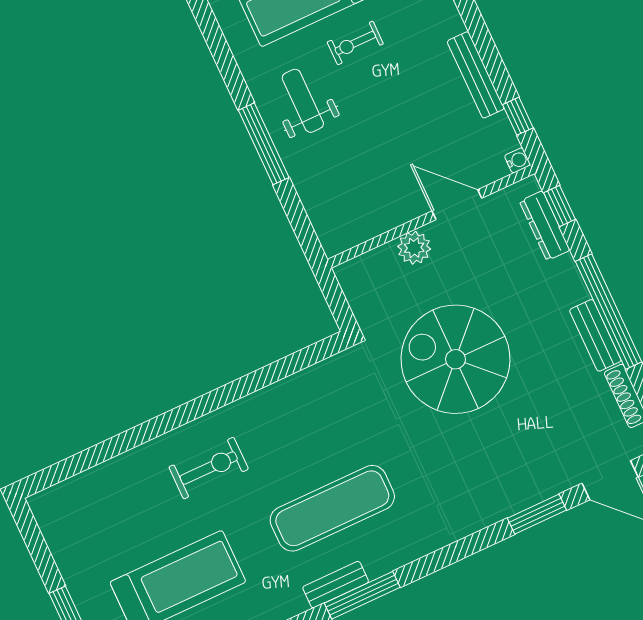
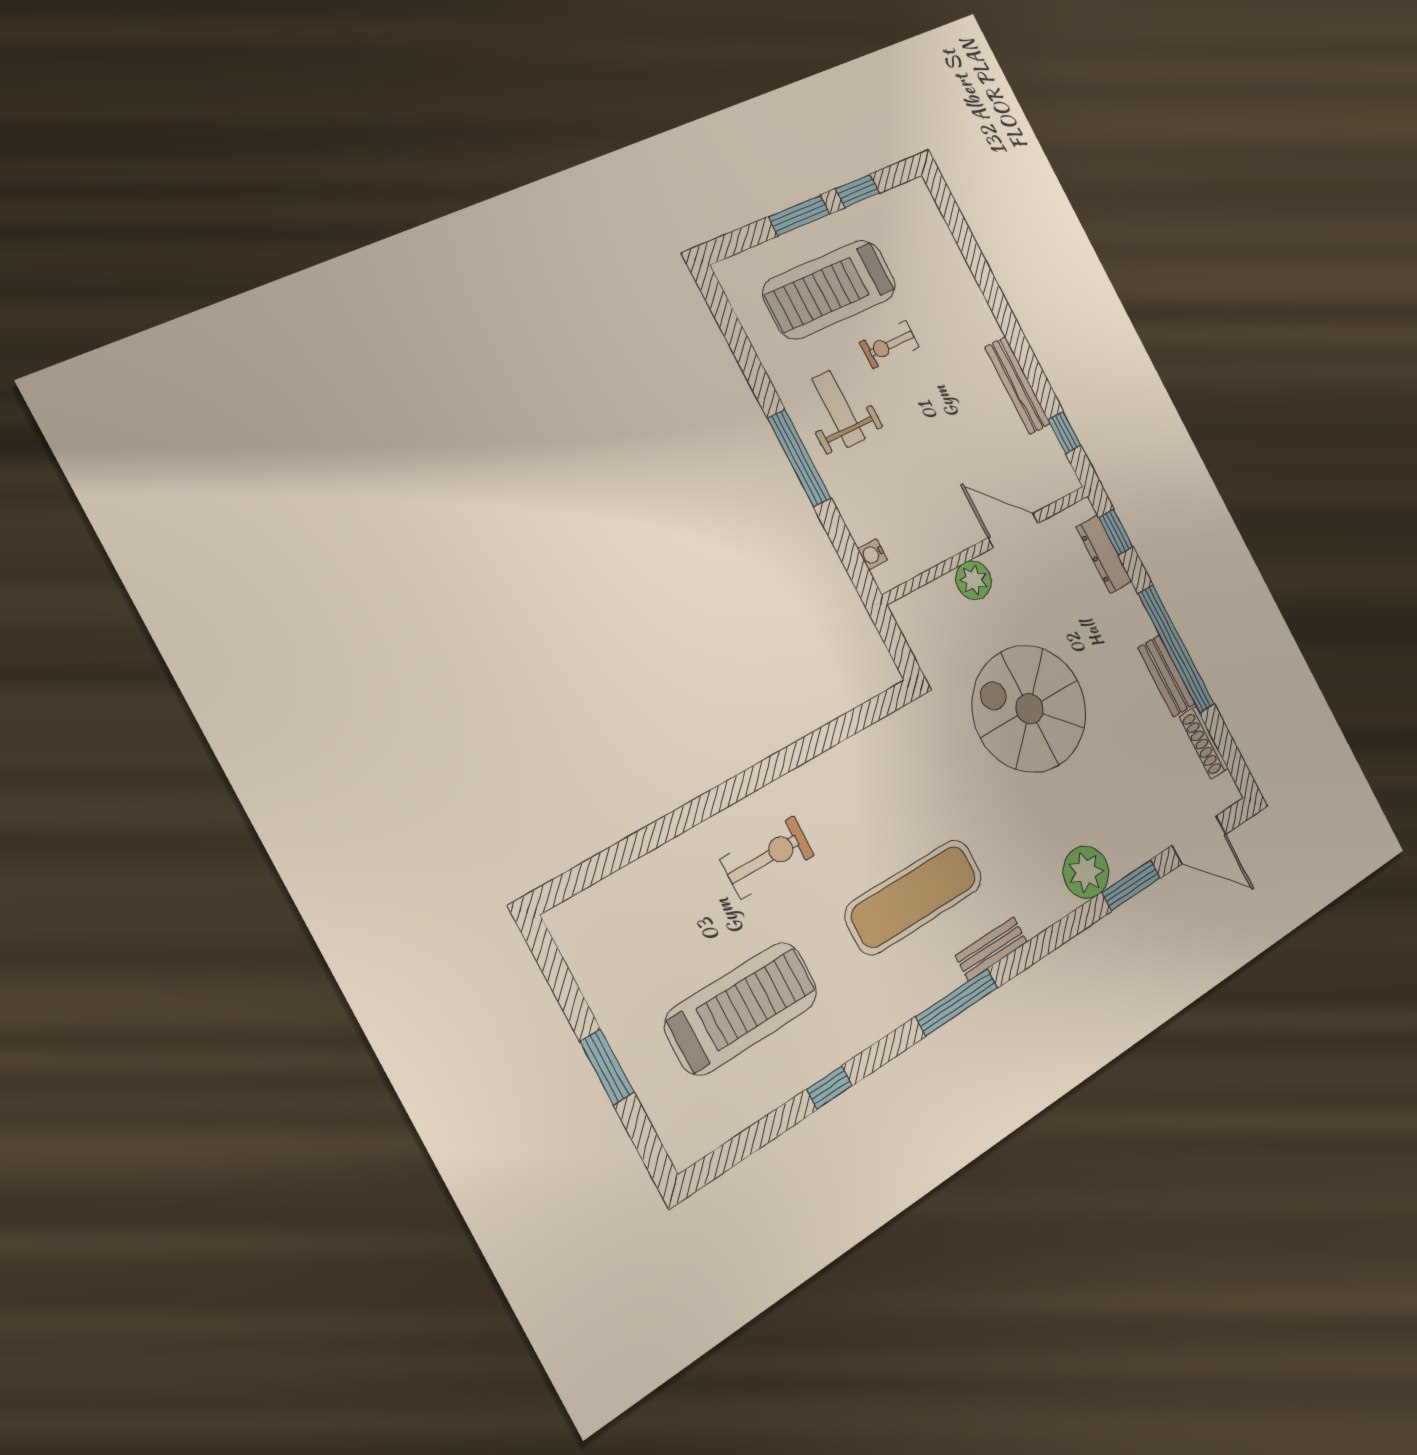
water cooler: (517, 160) -> (873, 554), moved, turned 180
plant: (494, 500) -> (1086, 872), added
bench: (336, 585) -> (991, 949), moved

